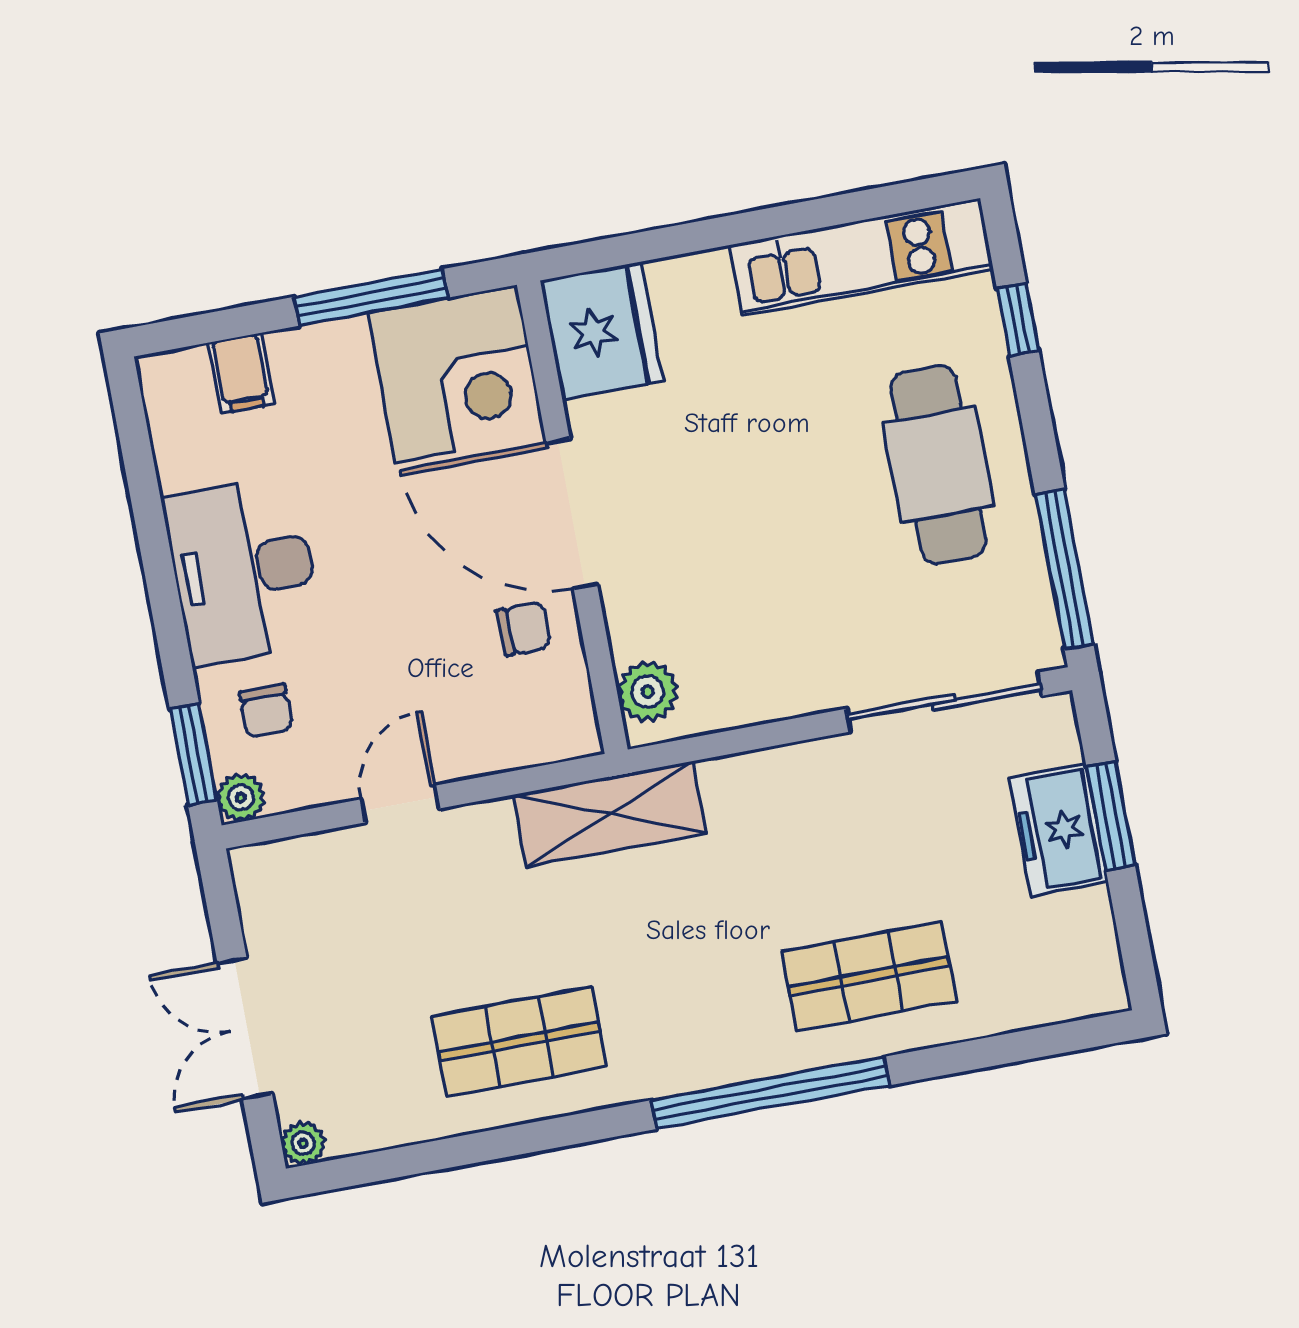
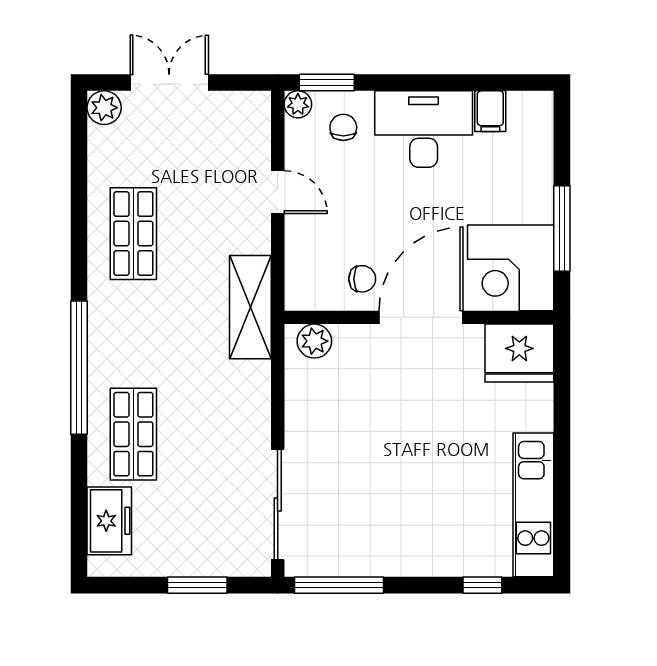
filing cabinet: (241, 373) -> (490, 111), moved, turned -90
cafe table: (938, 465) -> (410, 526), removed
chair: (524, 629) -> (362, 279), turned -89
chair: (266, 711) -> (343, 127), turned 90
freezer: (1059, 830) -> (109, 521), moved, turned 90
plant: (303, 1143) -> (104, 108), width x1.38, depth x1.38

